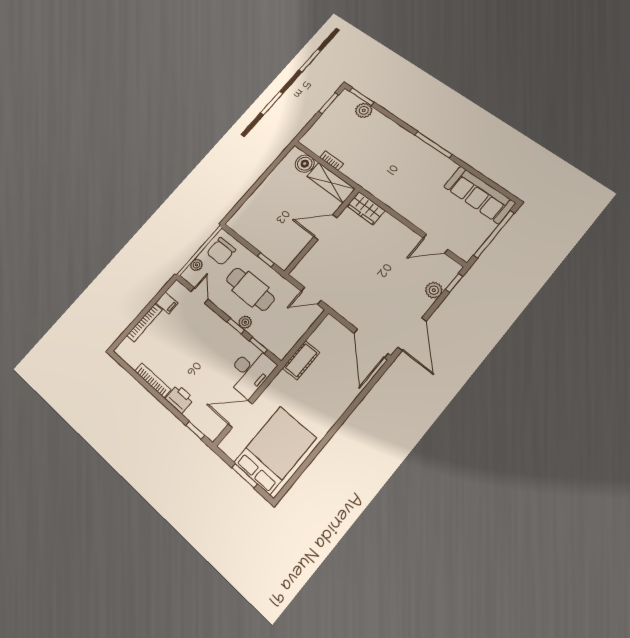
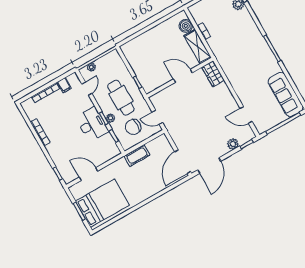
chair: (221, 251) -> (133, 127), moved
desk: (250, 372) -> (92, 124), moved, turned -90
printer: (180, 399) -> (54, 150), removed

